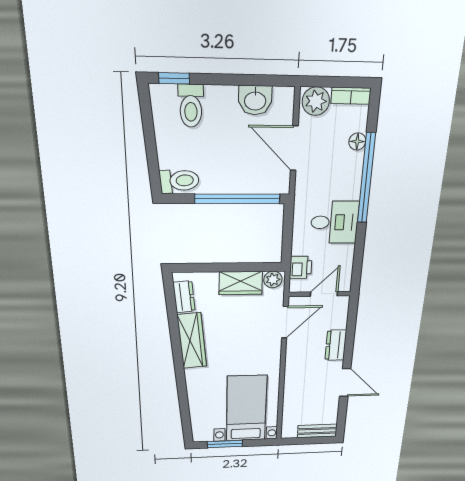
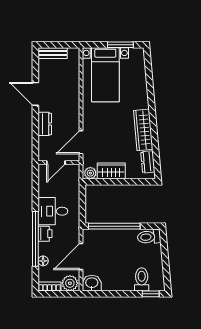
washbasin: (255, 100) -> (92, 283), moved
door: (294, 148) -> (81, 256), swing flipped
printer: (301, 267) -> (45, 234), moved, turned 180

